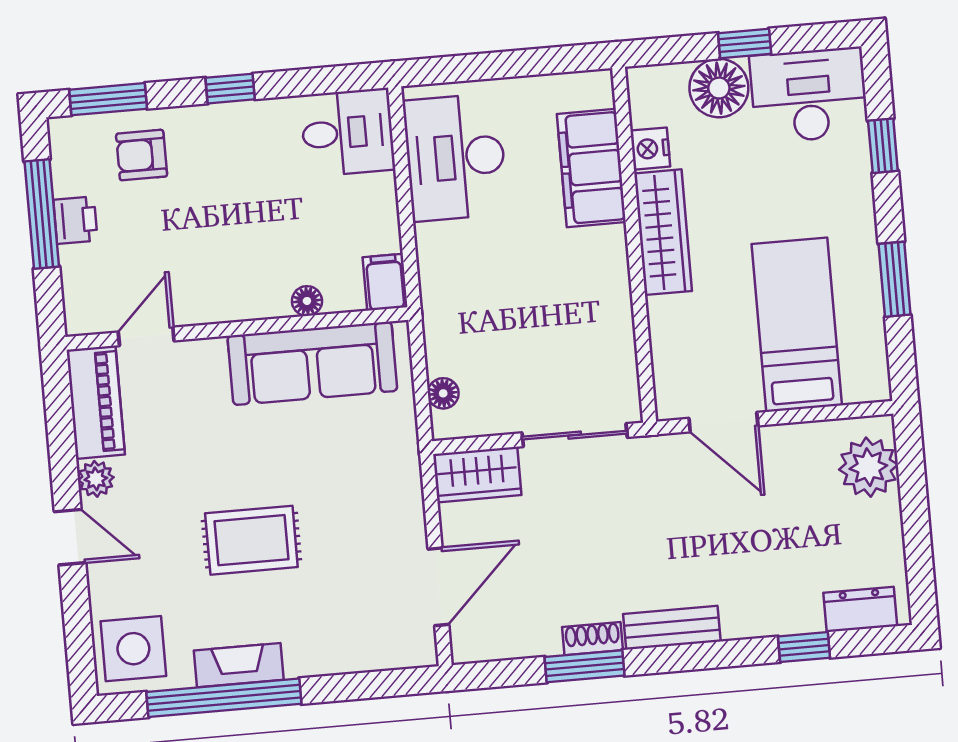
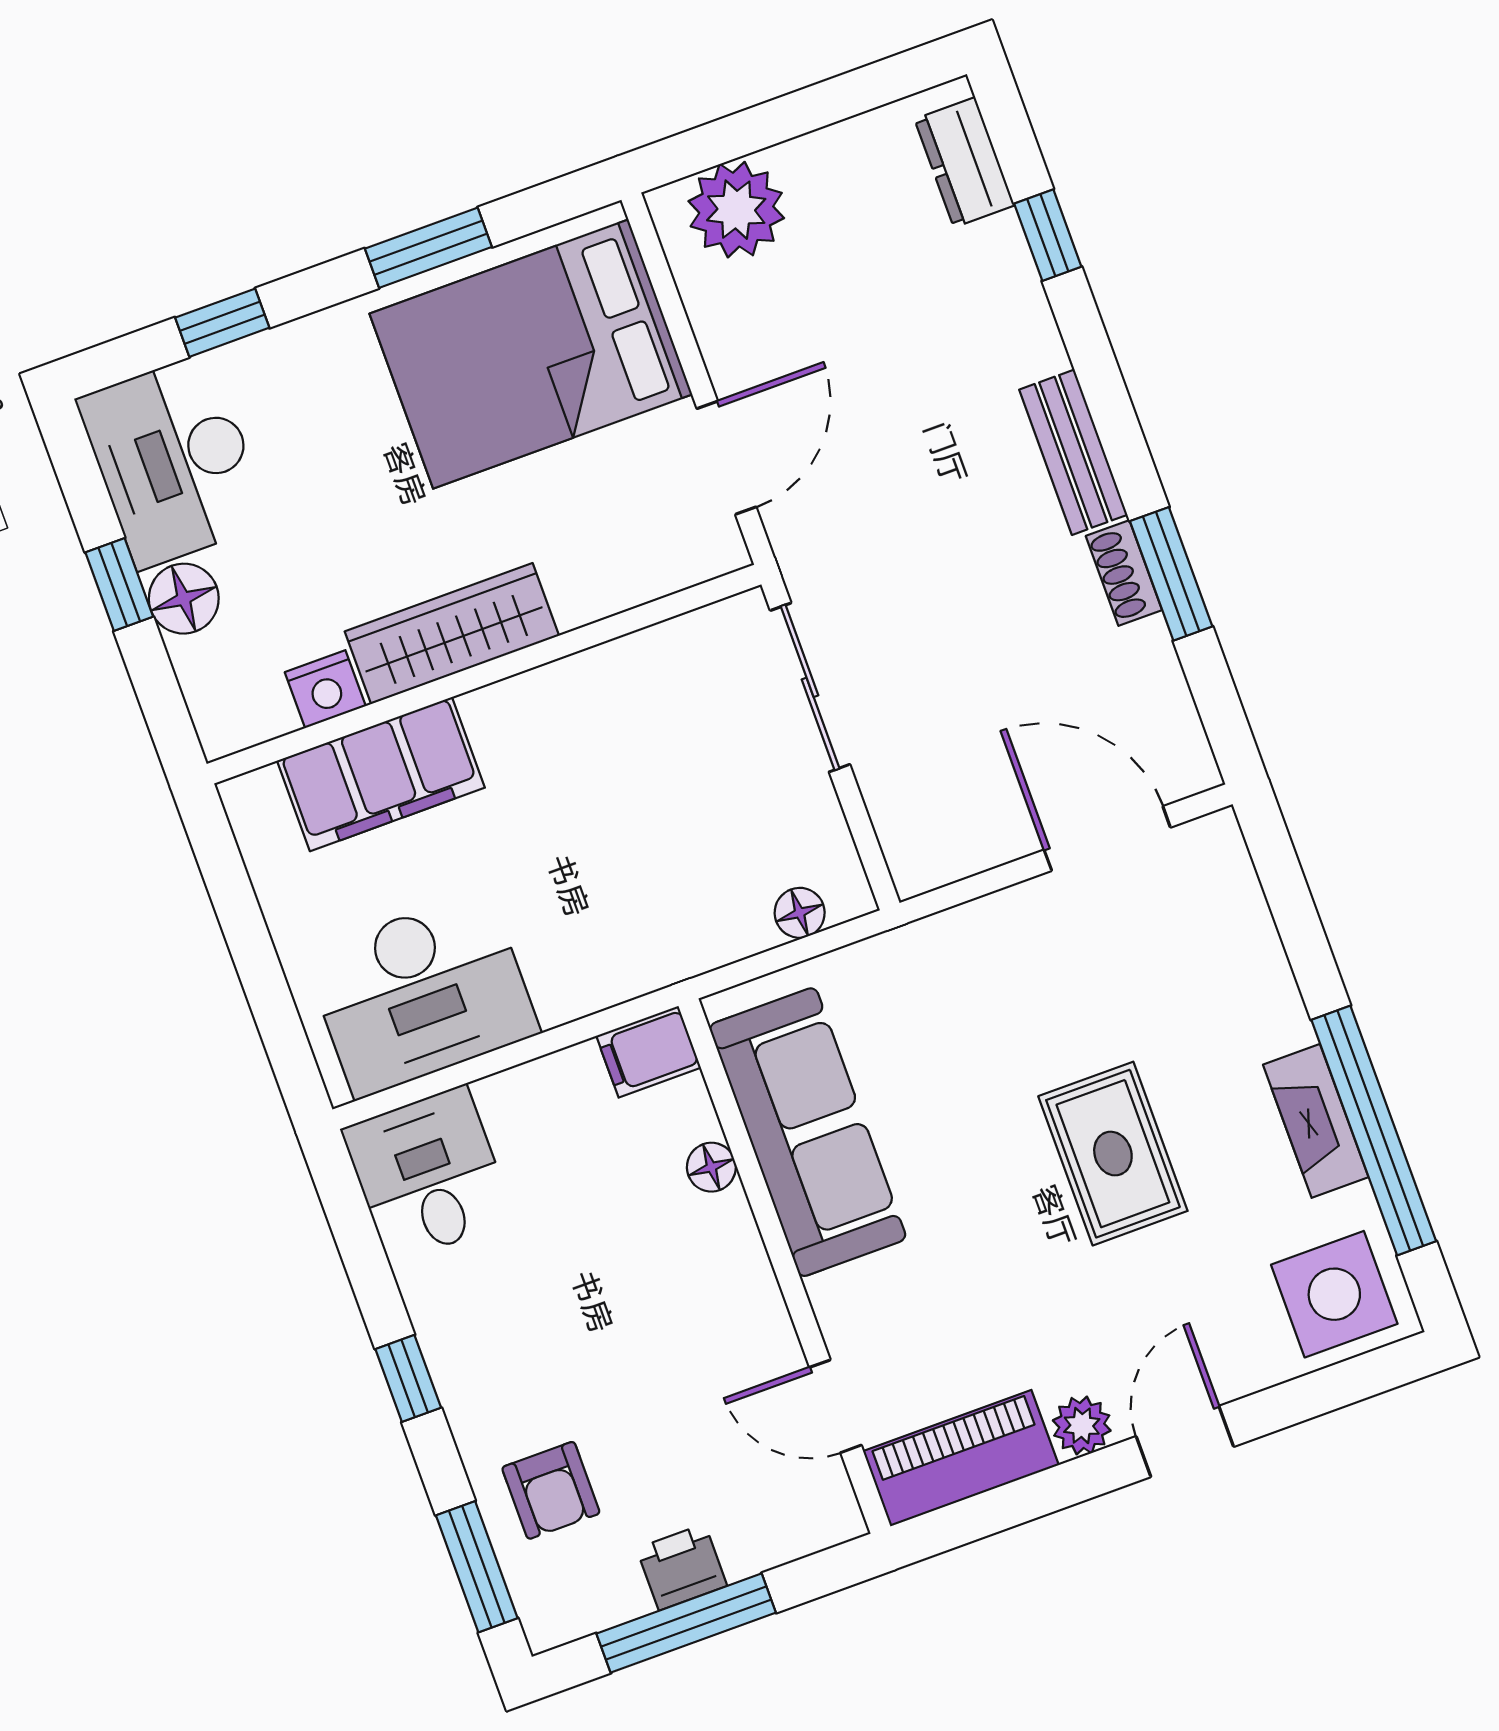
floor lamp: (719, 88) -> (184, 599), width x0.73, depth x0.73
bed: (797, 325) -> (531, 354), width x1.50
wardrobe: (477, 475) -> (914, 825), removed

